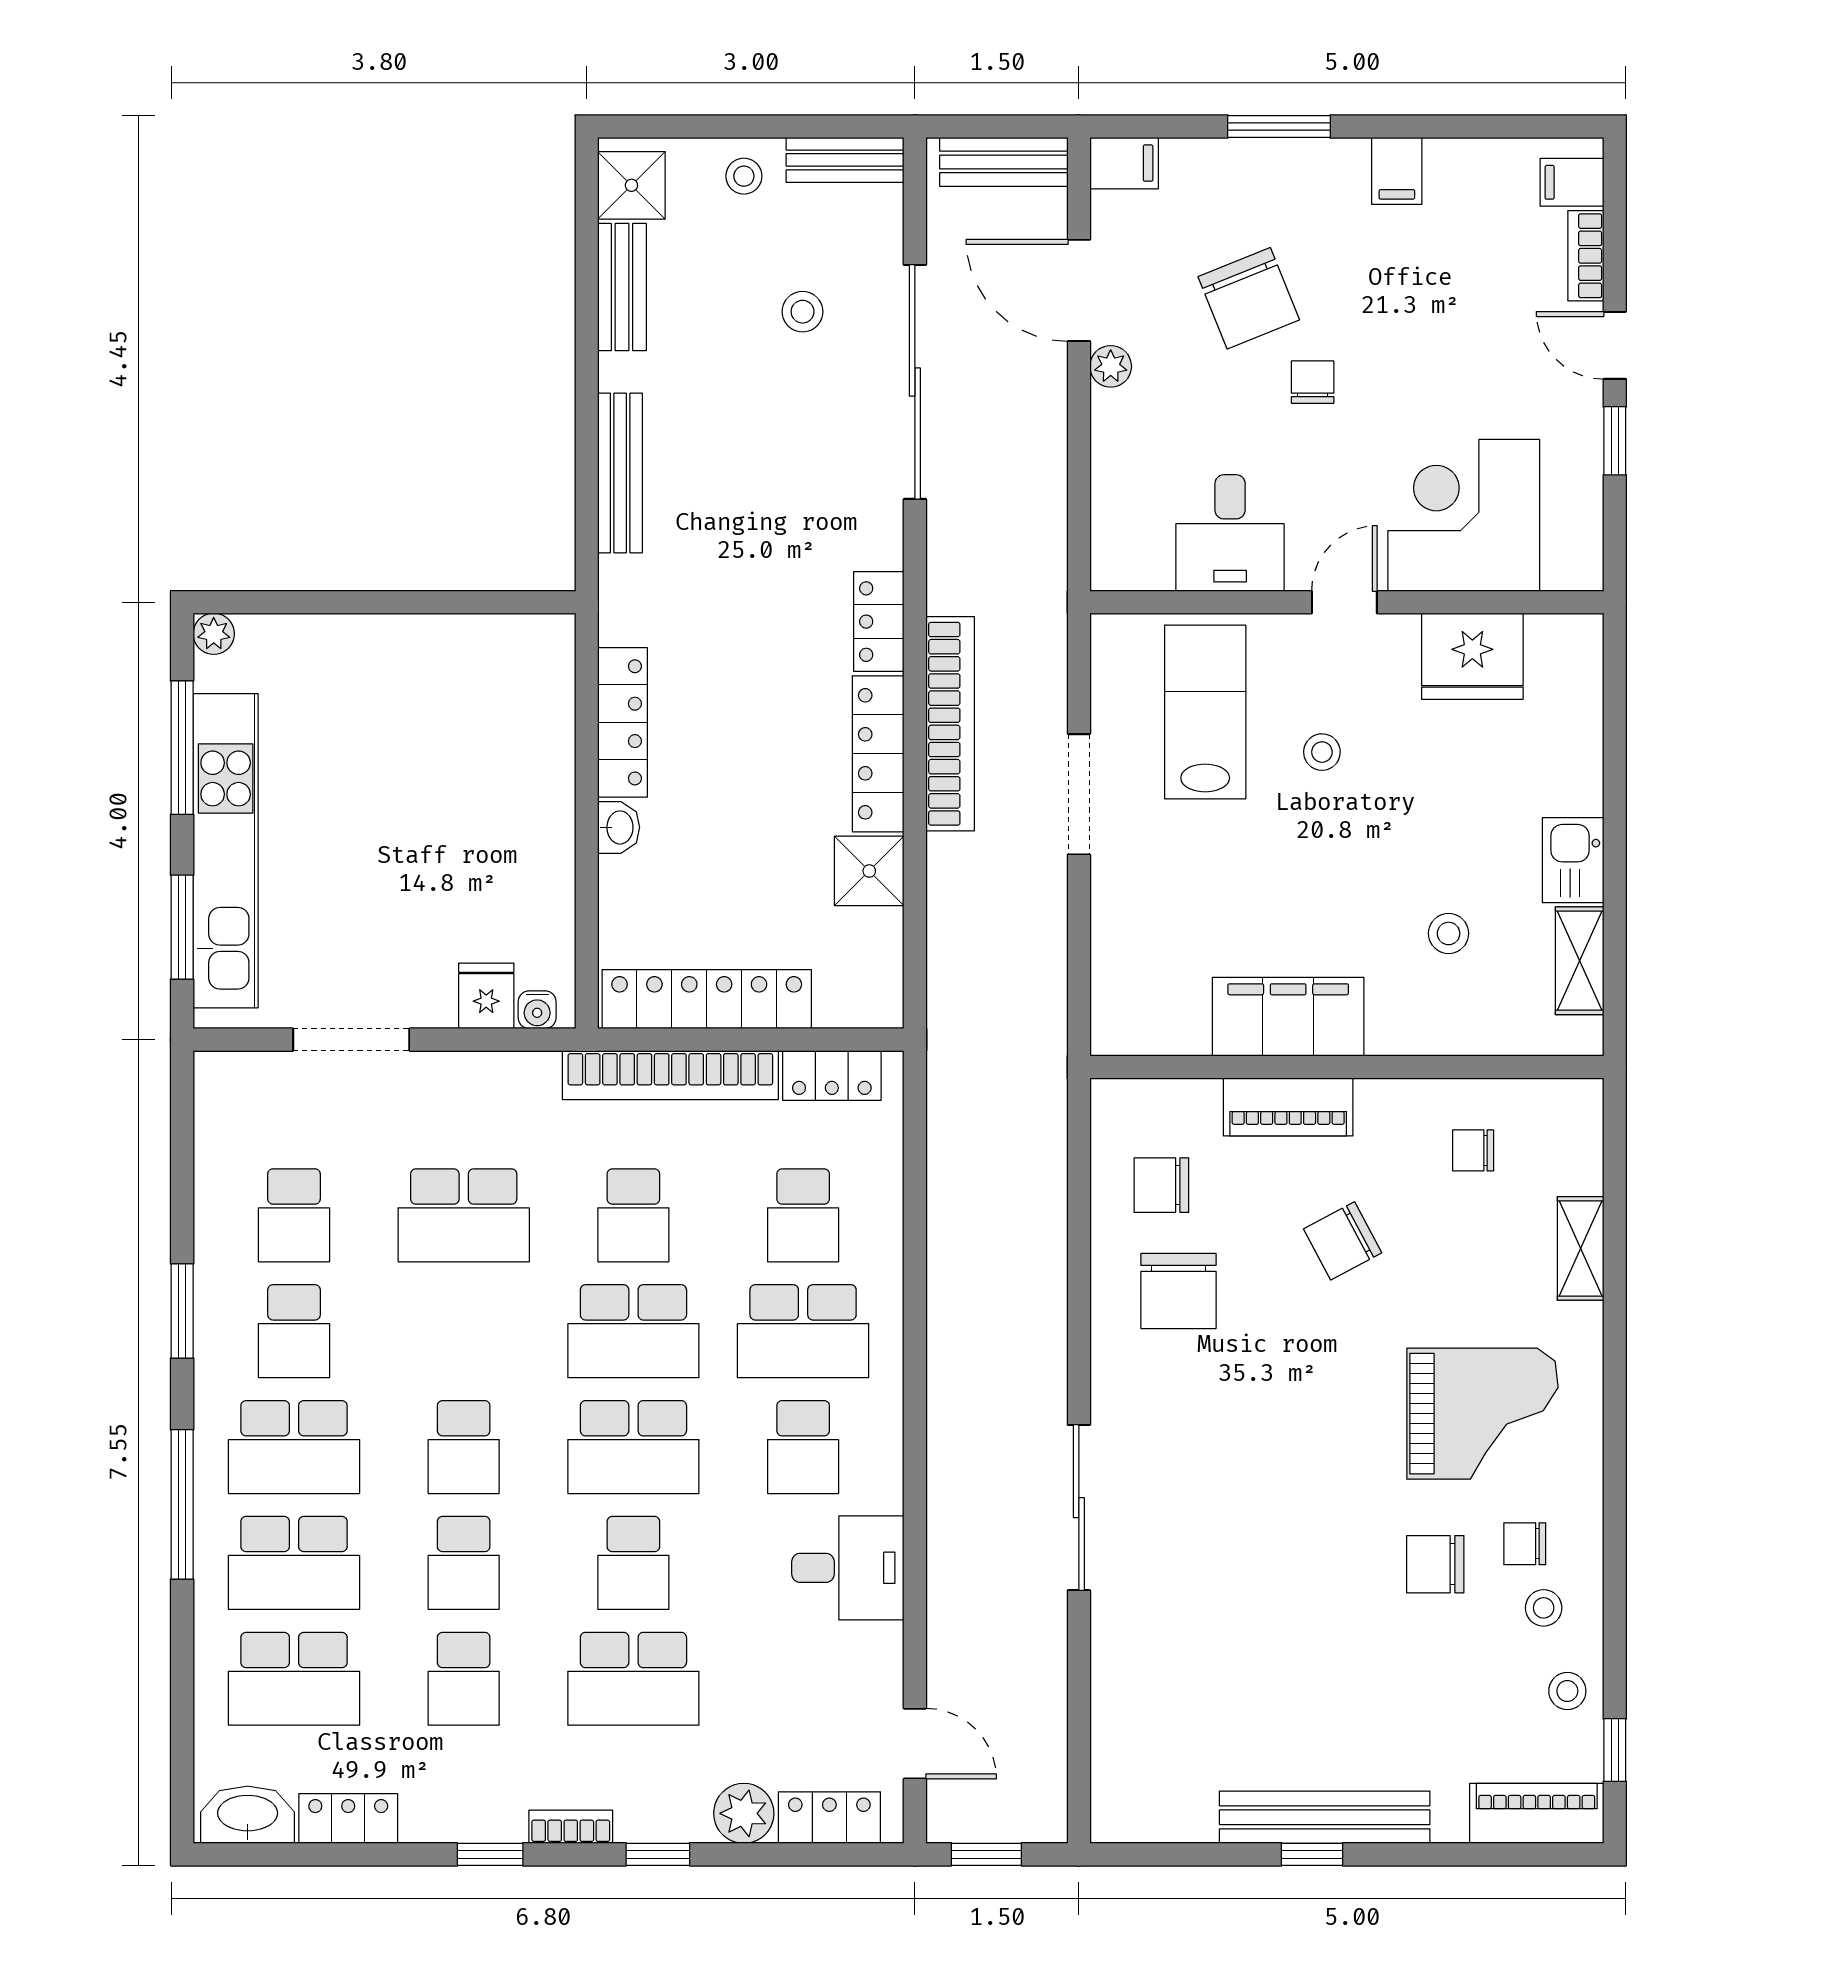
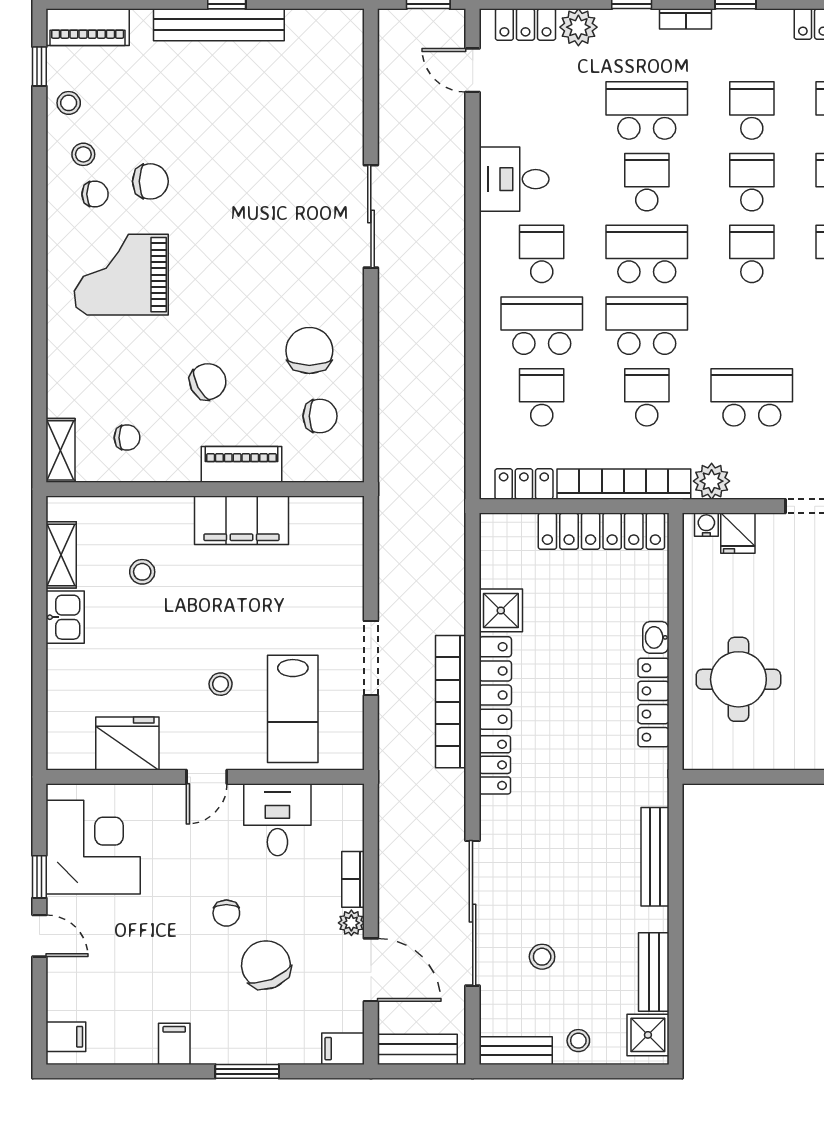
bookcase: (1586, 256) -> (353, 879), moved, turned 180
corner desk: (1464, 515) -> (93, 847), moved, turned -90
round table: (485, 760) -> (738, 679), added
plant: (529, 1080) -> (712, 481), added
shelving: (1581, 1248) -> (60, 450), moved

